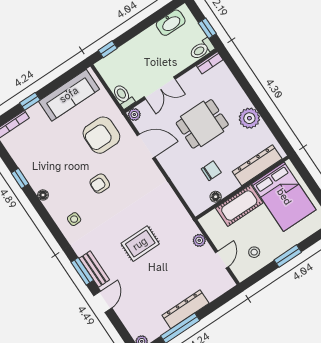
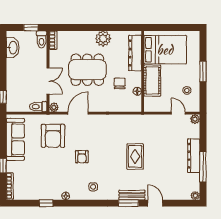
dining table: (202, 124) -> (87, 70), width x1.38
plant: (199, 240) -> (195, 119), moved

